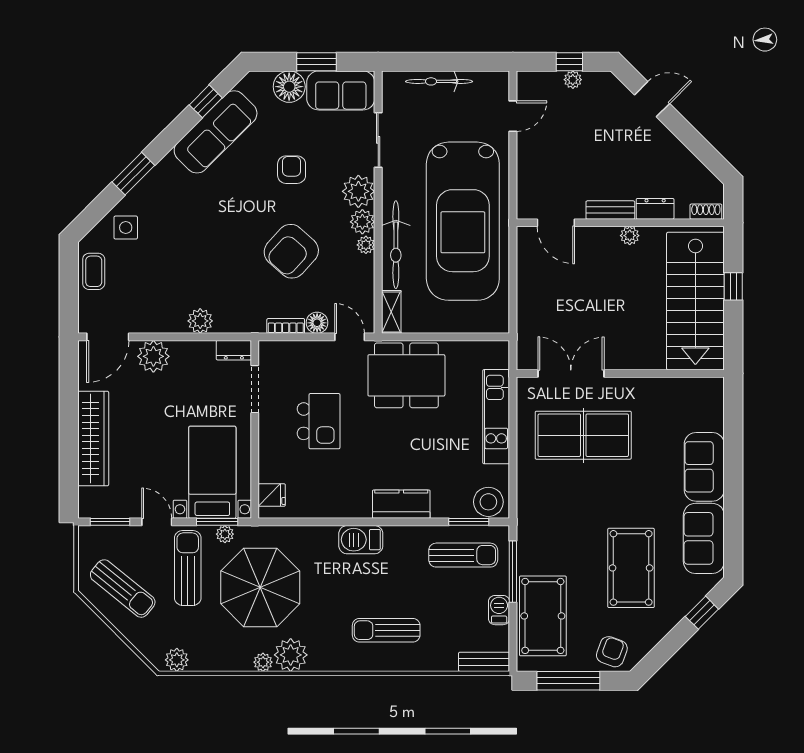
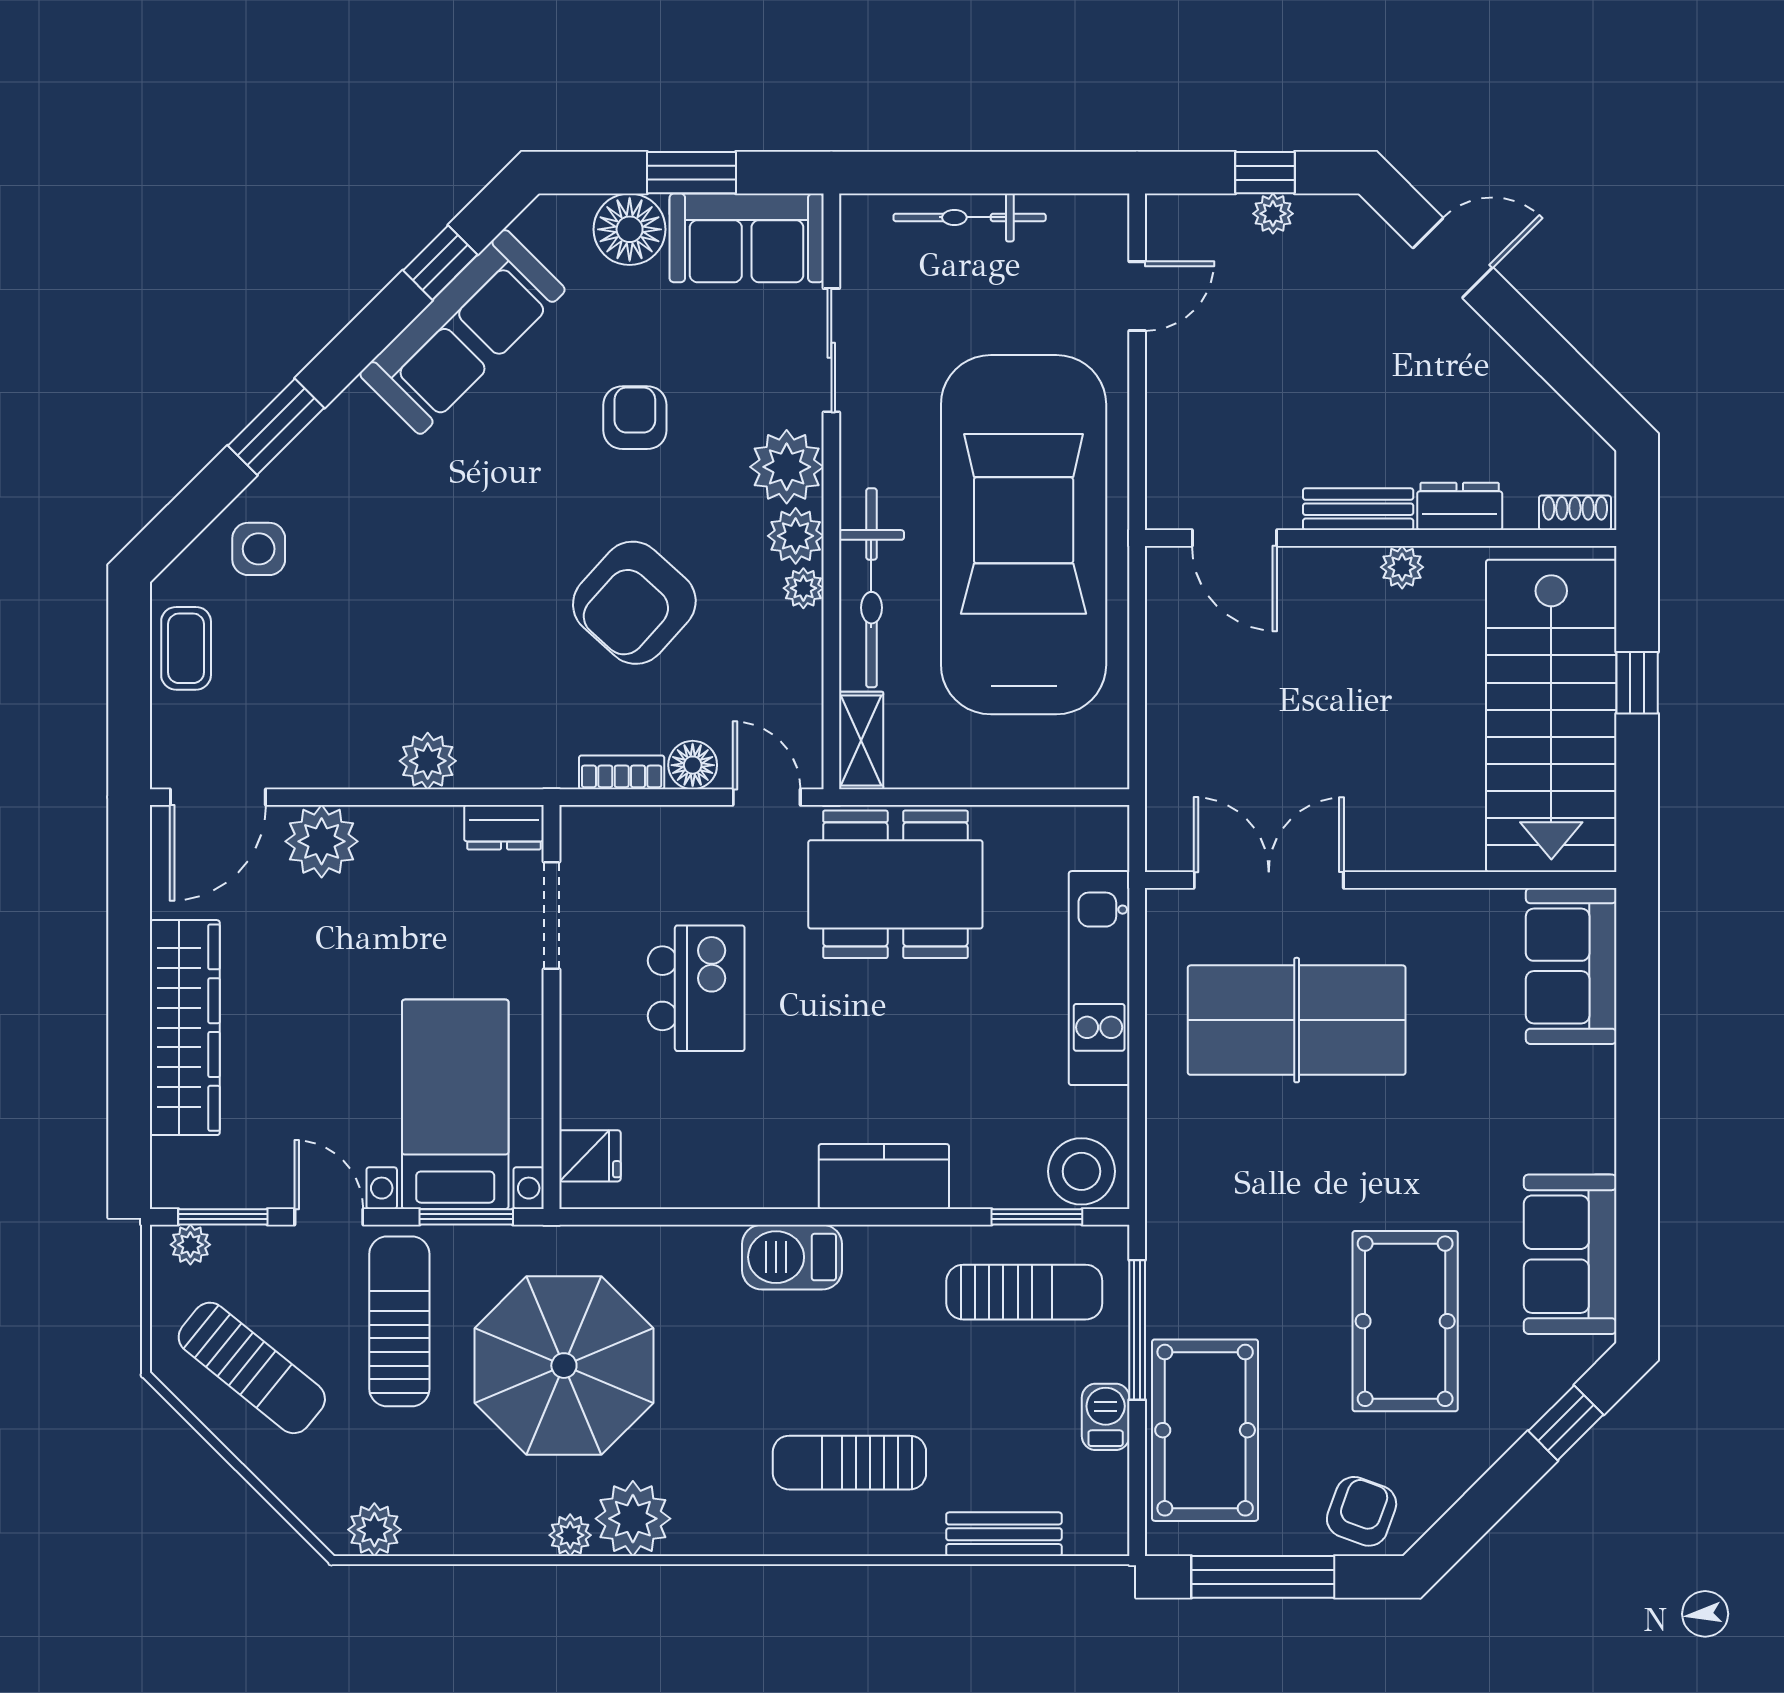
car: (463, 221) -> (1024, 535), turned 180
sofa: (704, 467) -> (1571, 966), moved
plant: (225, 534) -> (190, 1245), moved
bench: (484, 662) -> (1004, 1534), moved

